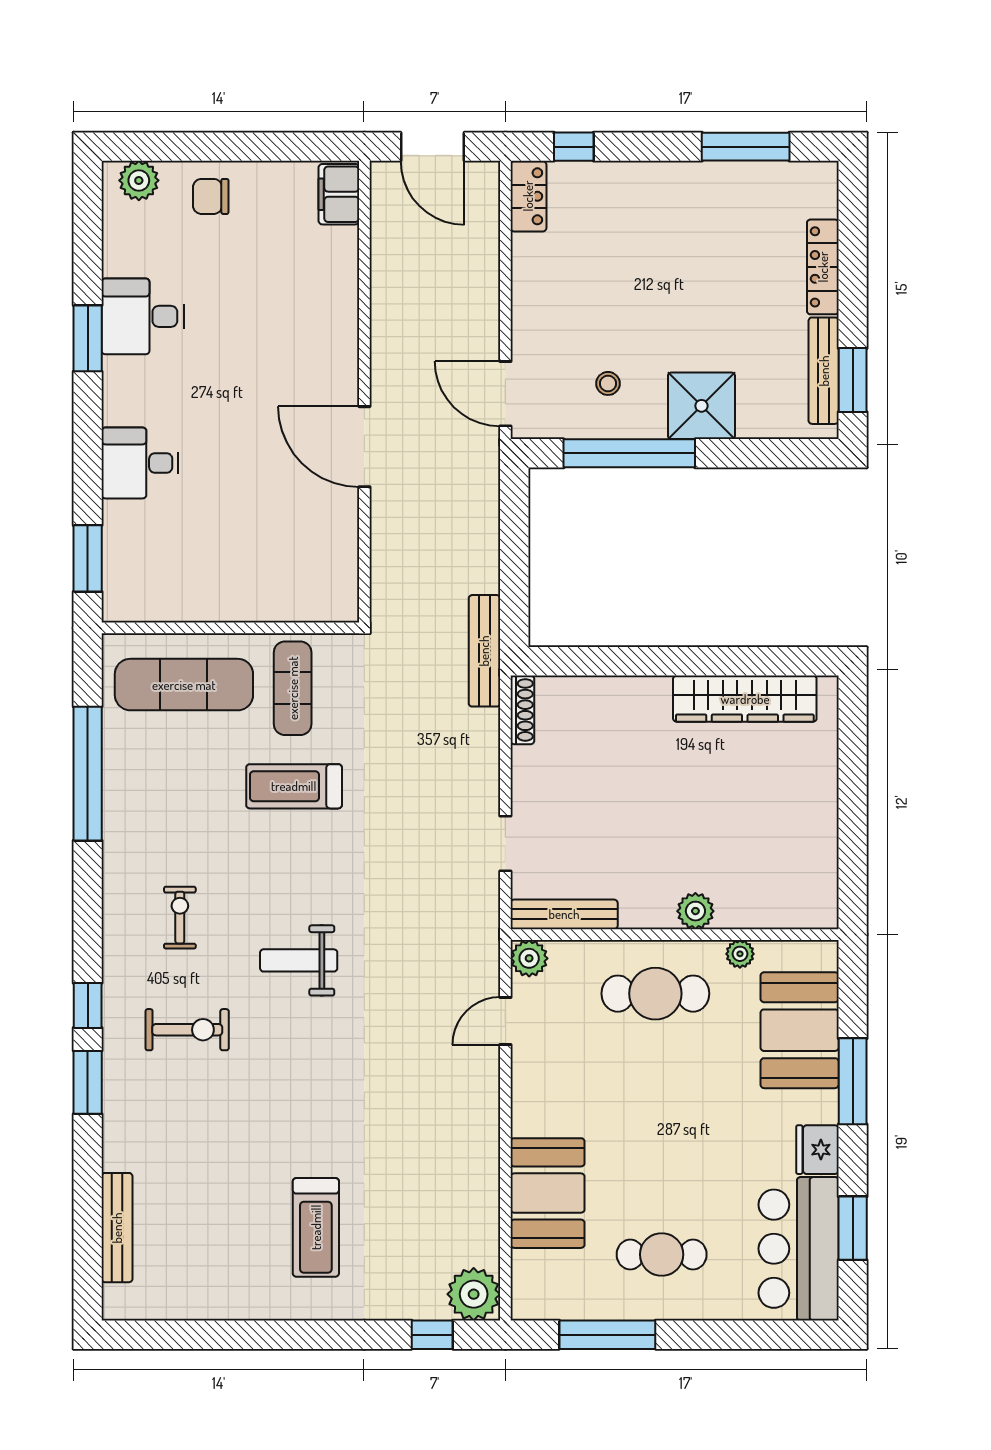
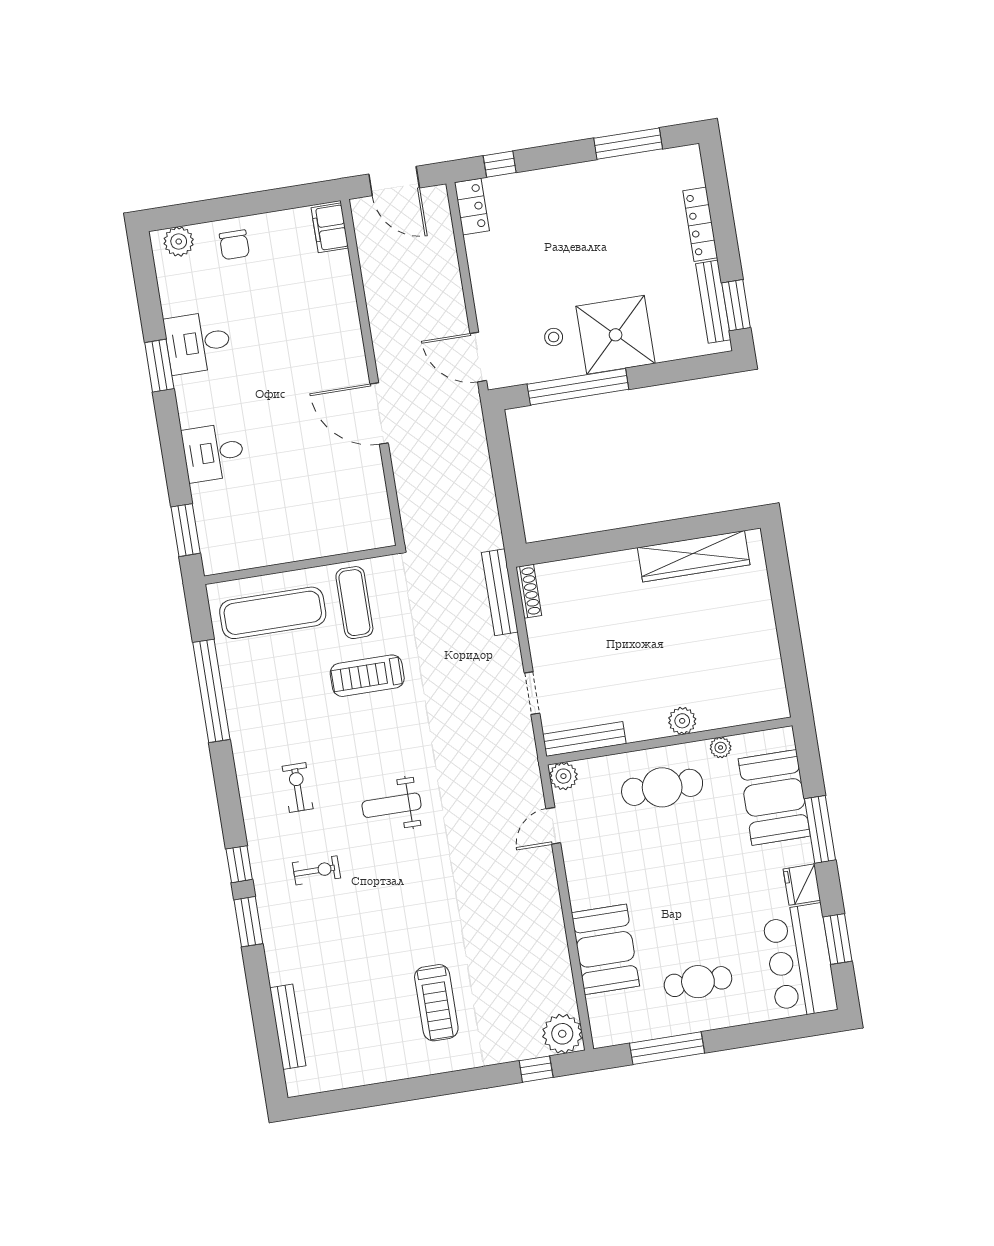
chair: (211, 196) -> (234, 245), turned -90
shower: (701, 406) -> (616, 335), width x1.37, depth x1.37
bench: (484, 651) -> (500, 592), moved
exercise bike: (187, 1030) -> (317, 870), width x0.73, depth x0.72

